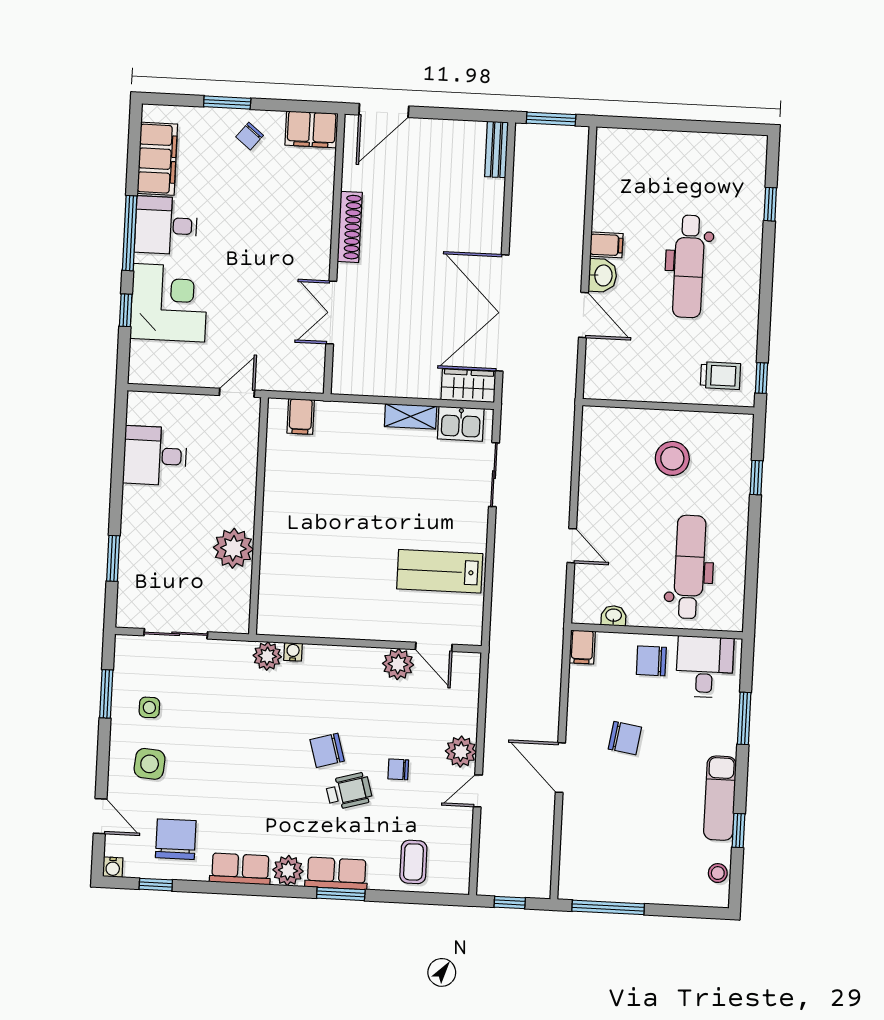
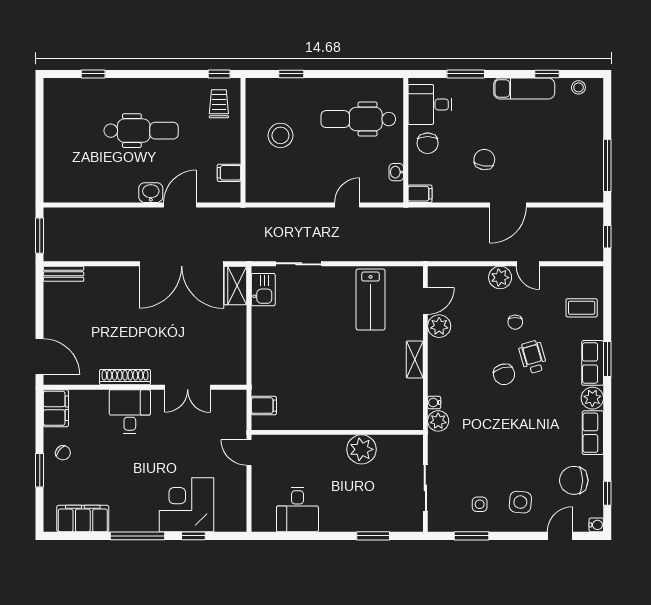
desk: (166, 225) -> (130, 412), moved, turned 180
filing cabinet: (606, 245) -> (229, 173), moved, turned -90
shelving: (411, 416) -> (415, 359), moved

